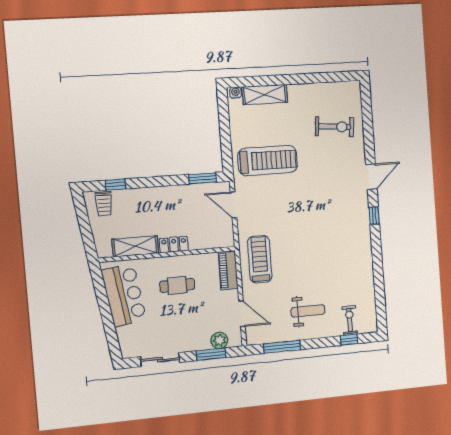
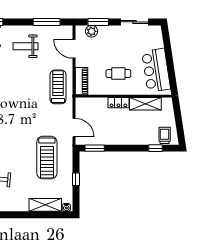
window: (225, 133) -> (76, 179), added
treadmill: (268, 160) -> (47, 158), turned -90
treadmill: (260, 259) -> (58, 87), turned 180

